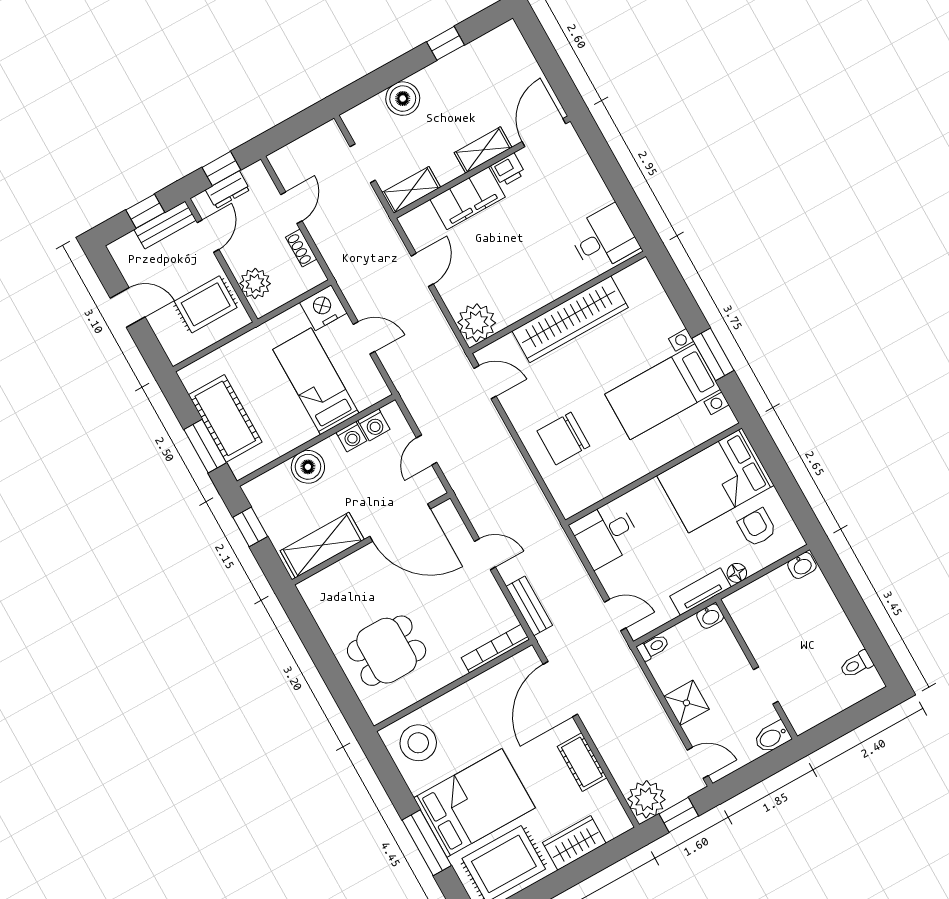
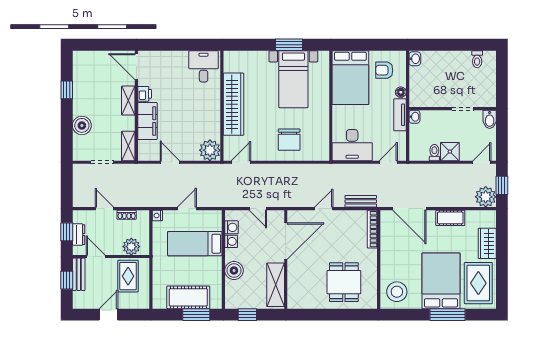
nightstand: (323, 308) -> (157, 215), width x0.53, depth x0.56
desk: (606, 534) -> (352, 145), width x1.37
toilet: (653, 647) -> (434, 153), moved

